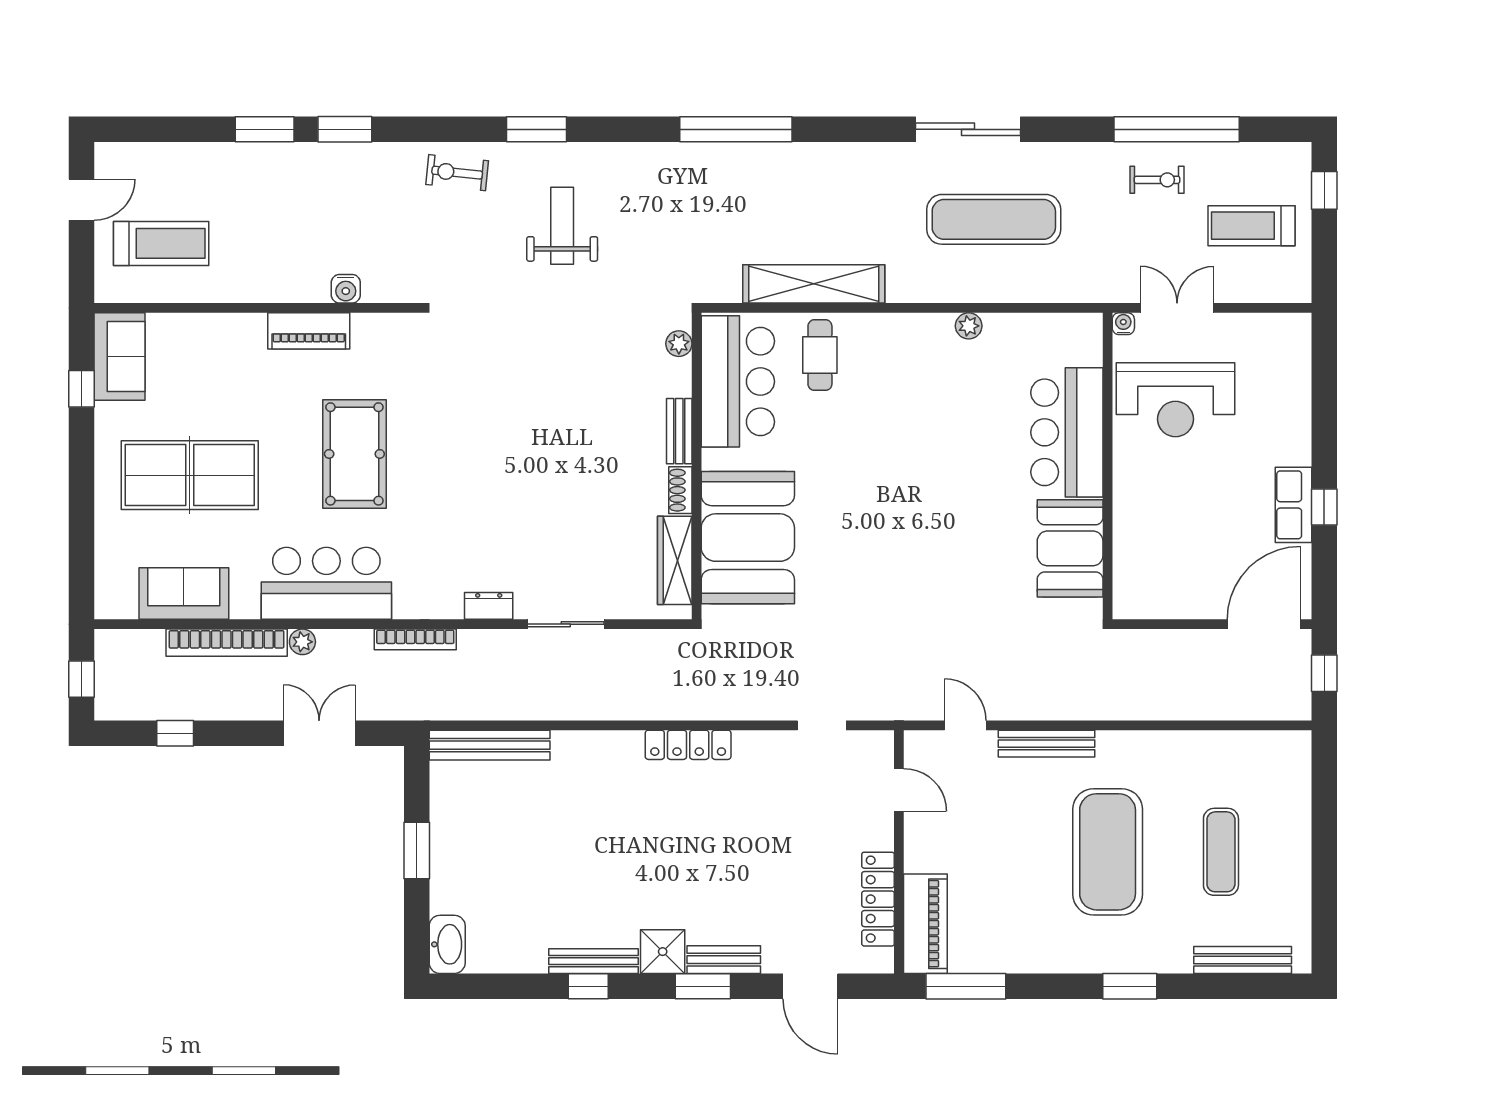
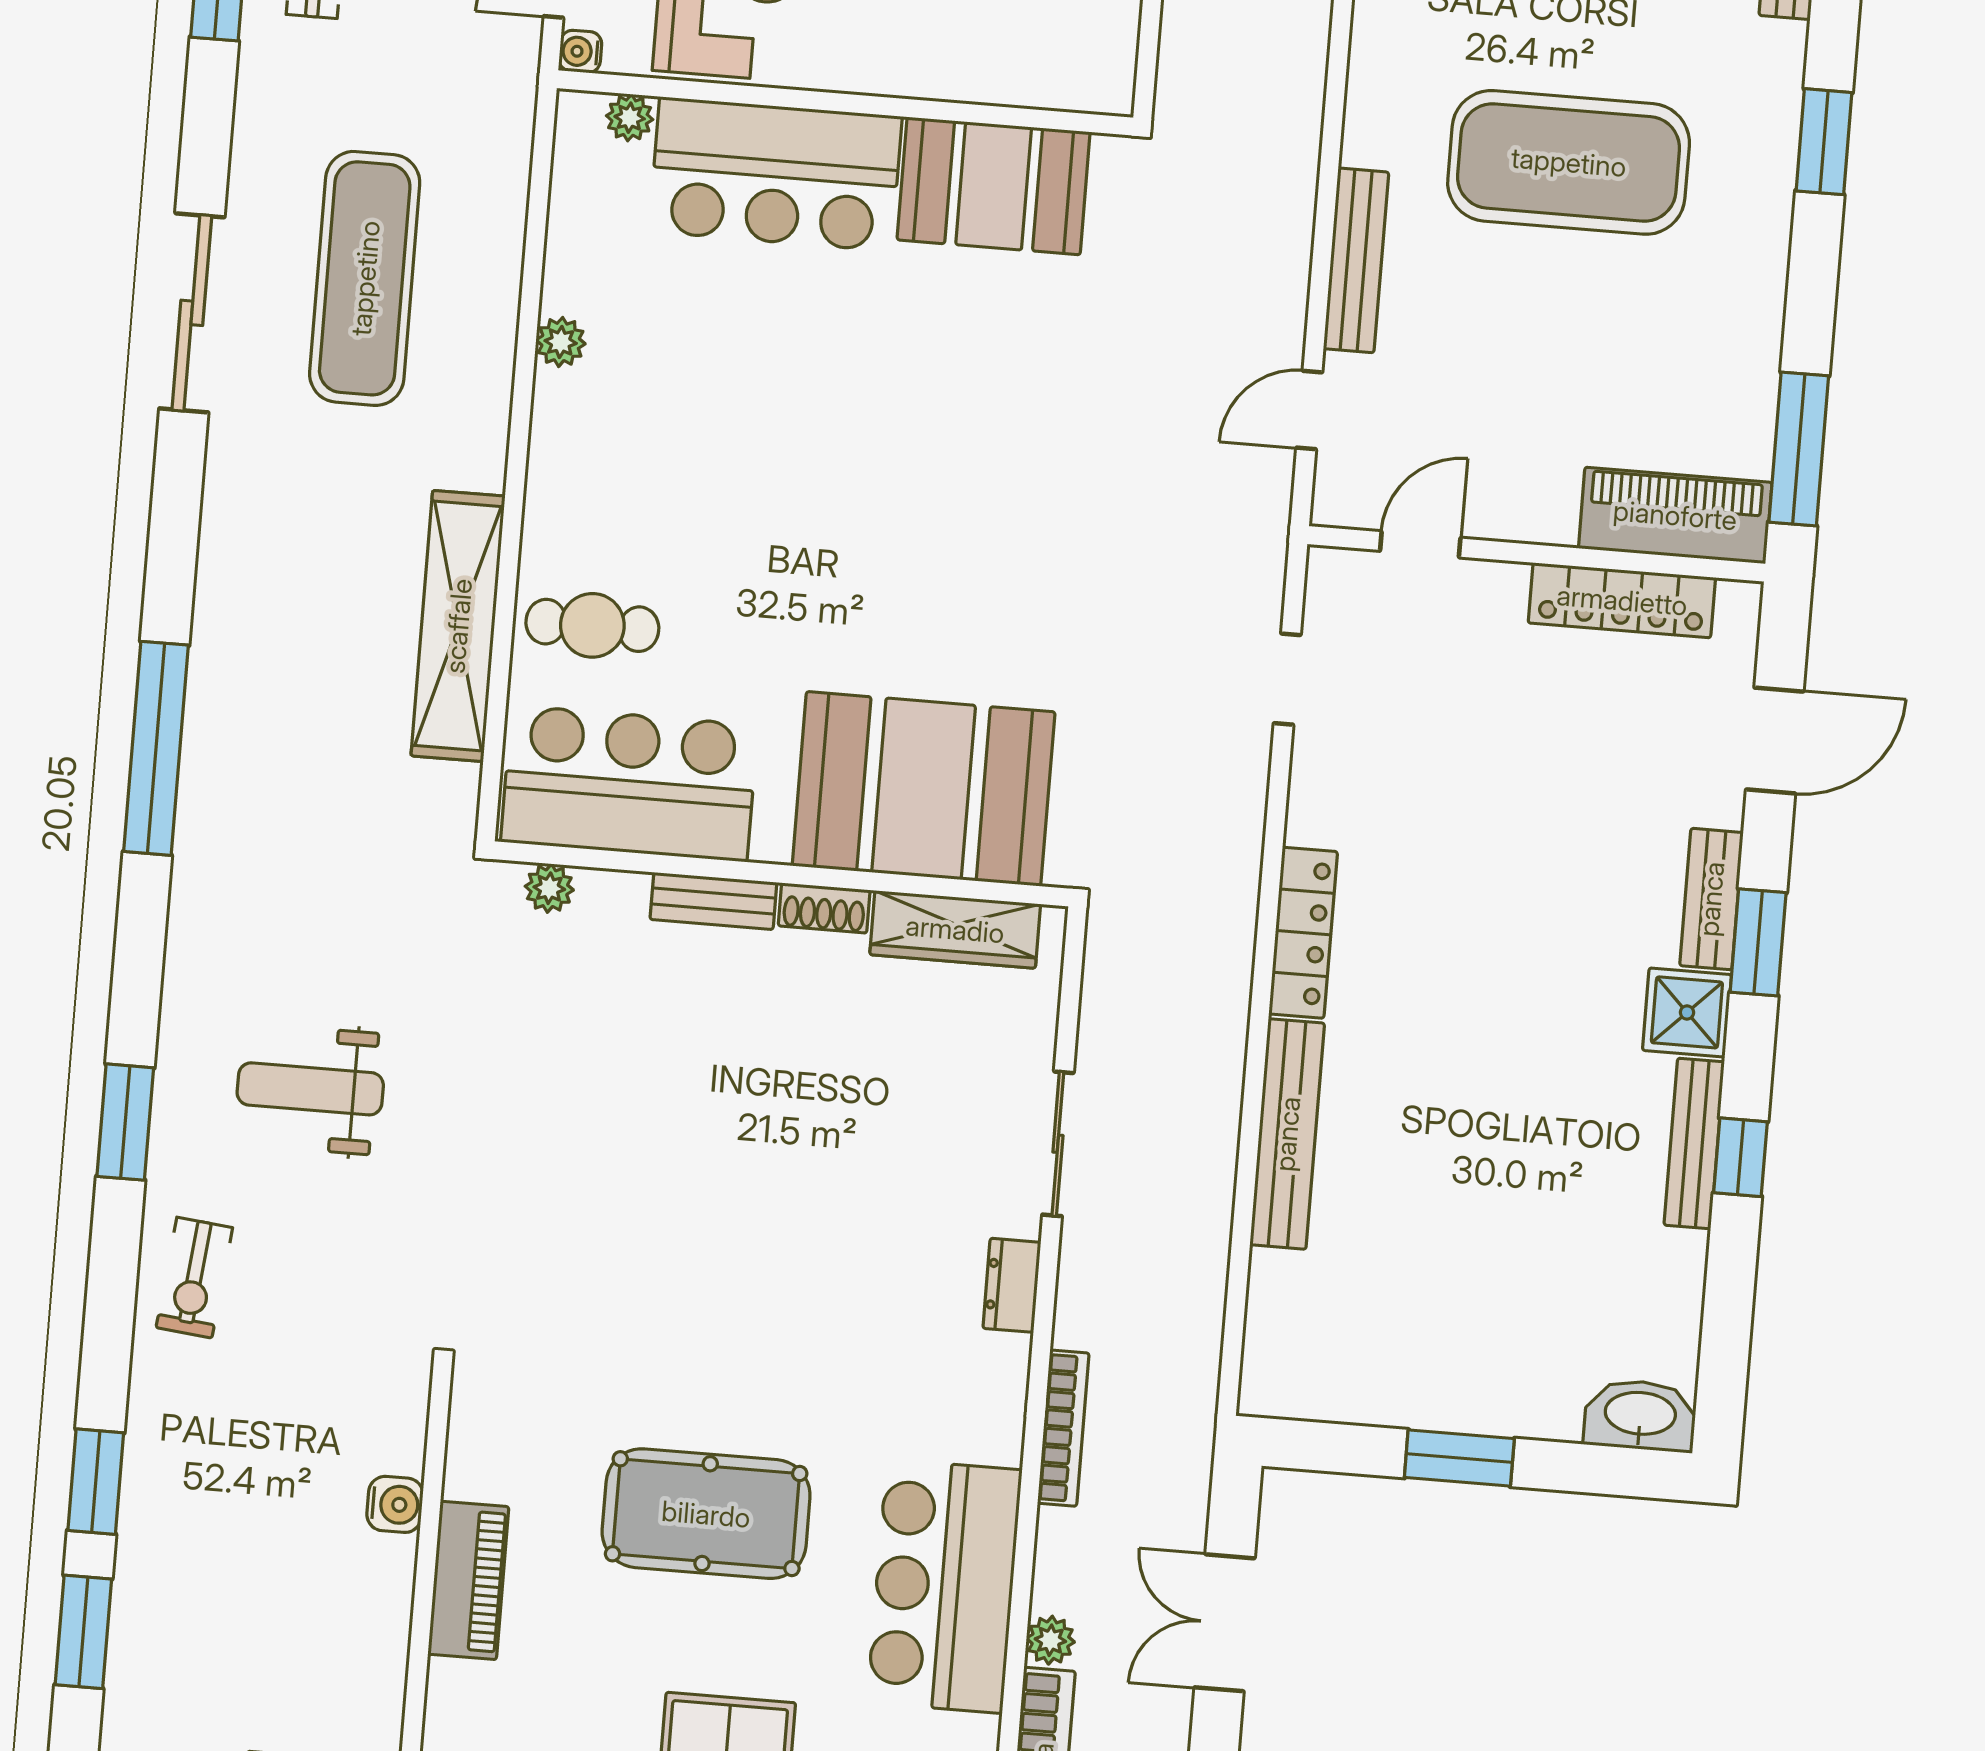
plant: (1090, 353) -> (630, 118), added
bench: (490, 745) -> (1287, 1134), moved

